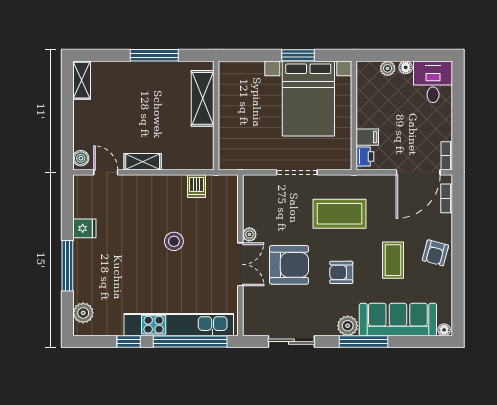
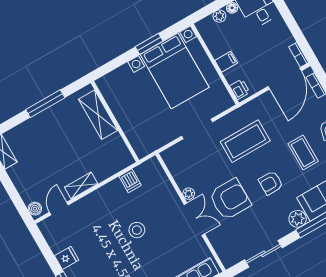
filing cabinet: (367, 137) -> (226, 62), moved
door: (106, 172) -> (59, 208), hinge flipped

